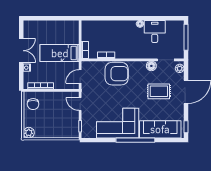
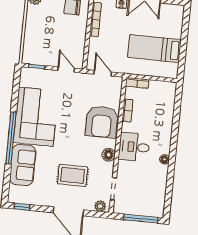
desk: (155, 31) -> (134, 147), moved, turned 180
bed: (60, 53) -> (154, 49), moved, turned -90
floor lamp: (151, 66) -> (109, 155), moved
rug: (159, 91) -> (73, 175), turned 90
door: (80, 104) -> (66, 69), hinge flipped
sofa: (160, 129) -> (23, 165), width x0.73

